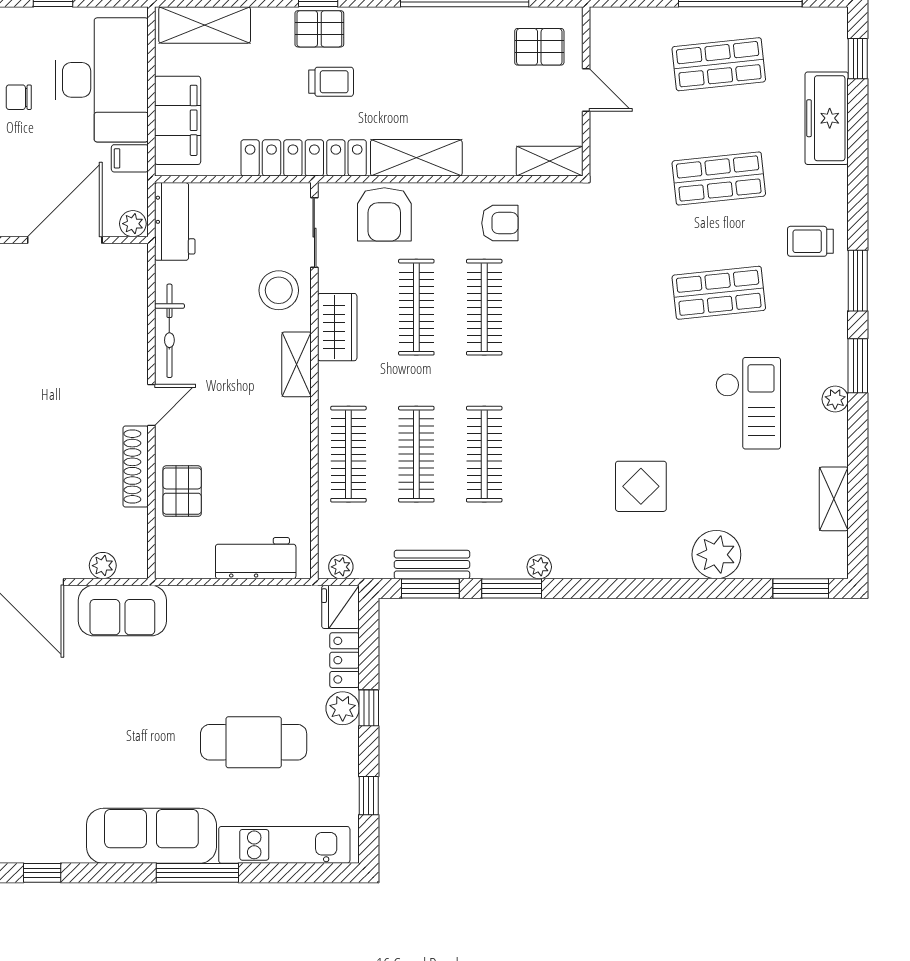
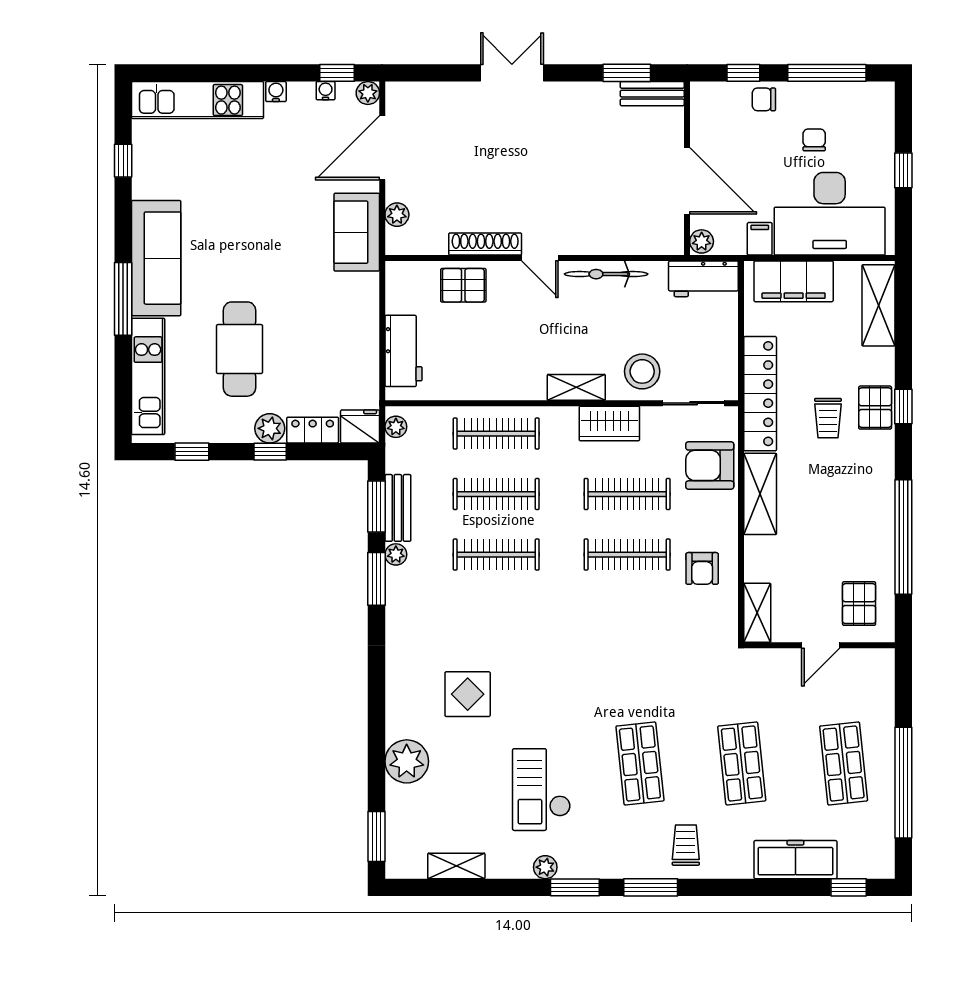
checkout: (748, 403) -> (542, 790), turned 90
plant: (539, 567) -> (396, 554), moved

